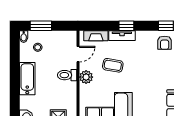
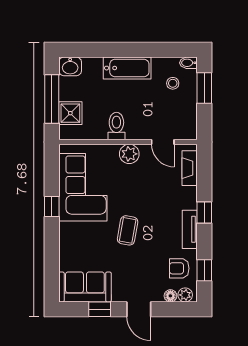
tv unit: (122, 36) -> (190, 229), moved
coffee table: (113, 65) -> (128, 230), moved
toilet: (67, 75) -> (116, 126), moved

